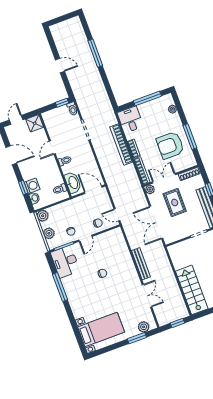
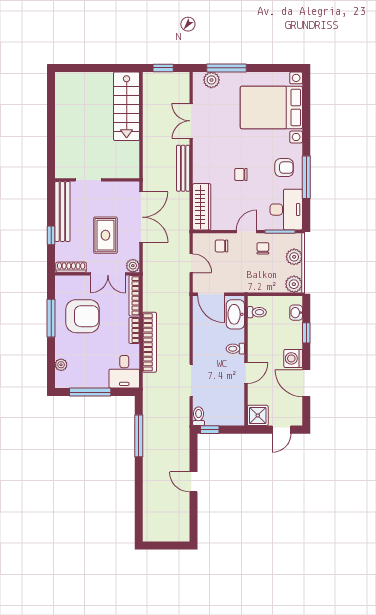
window: (95, 53) -> (139, 436), moved
washing machine: (32, 186) -> (293, 358), moved
door: (117, 215) -> (191, 263), moved
wardrobe: (120, 243) -> (202, 207), added
armchair: (76, 288) -> (284, 168), added
bed with nightstands: (101, 329) -> (271, 107), width x1.36
window: (137, 338) -> (226, 68), width x1.44

